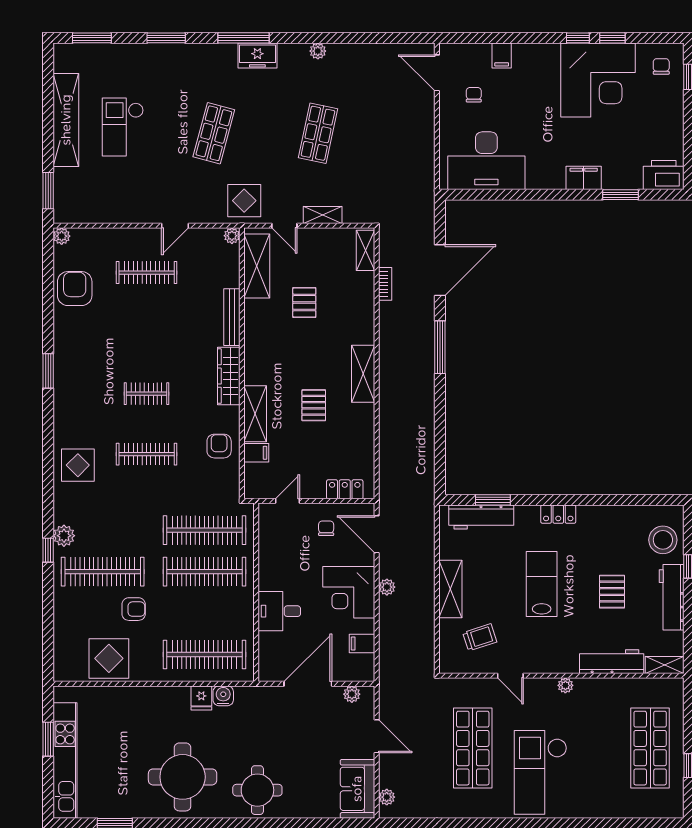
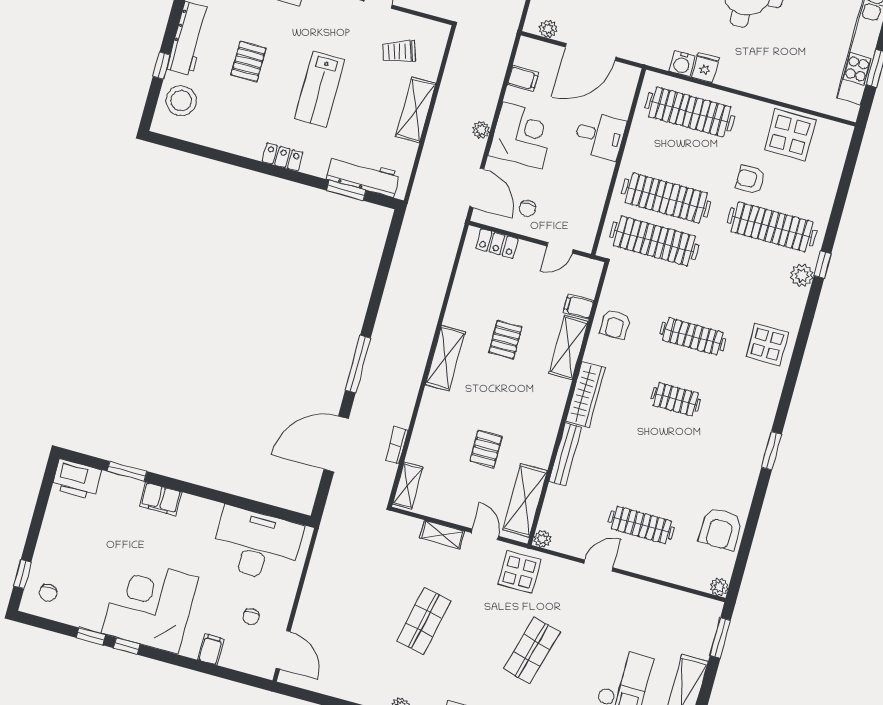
corner desk: (598, 80) -> (150, 605), moved

